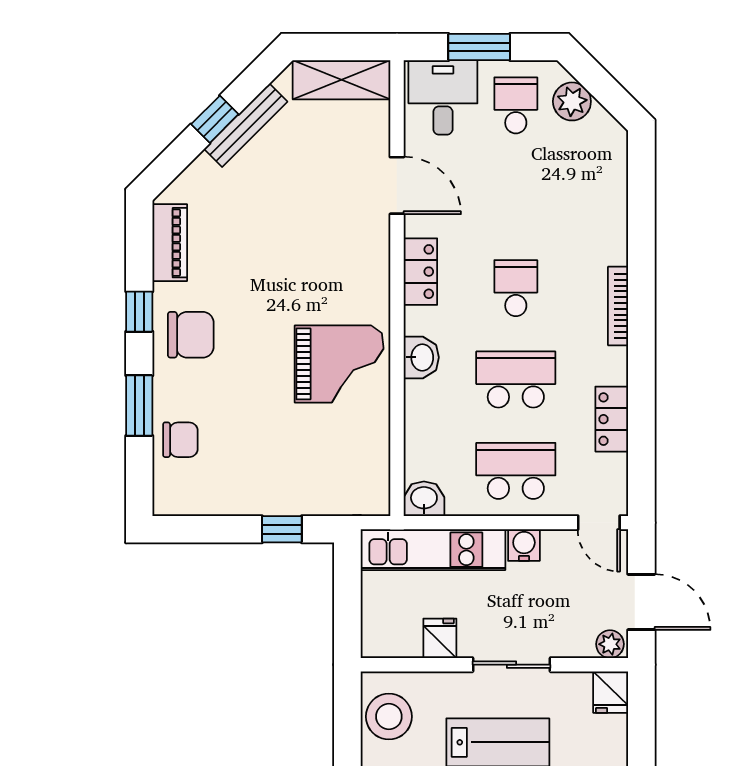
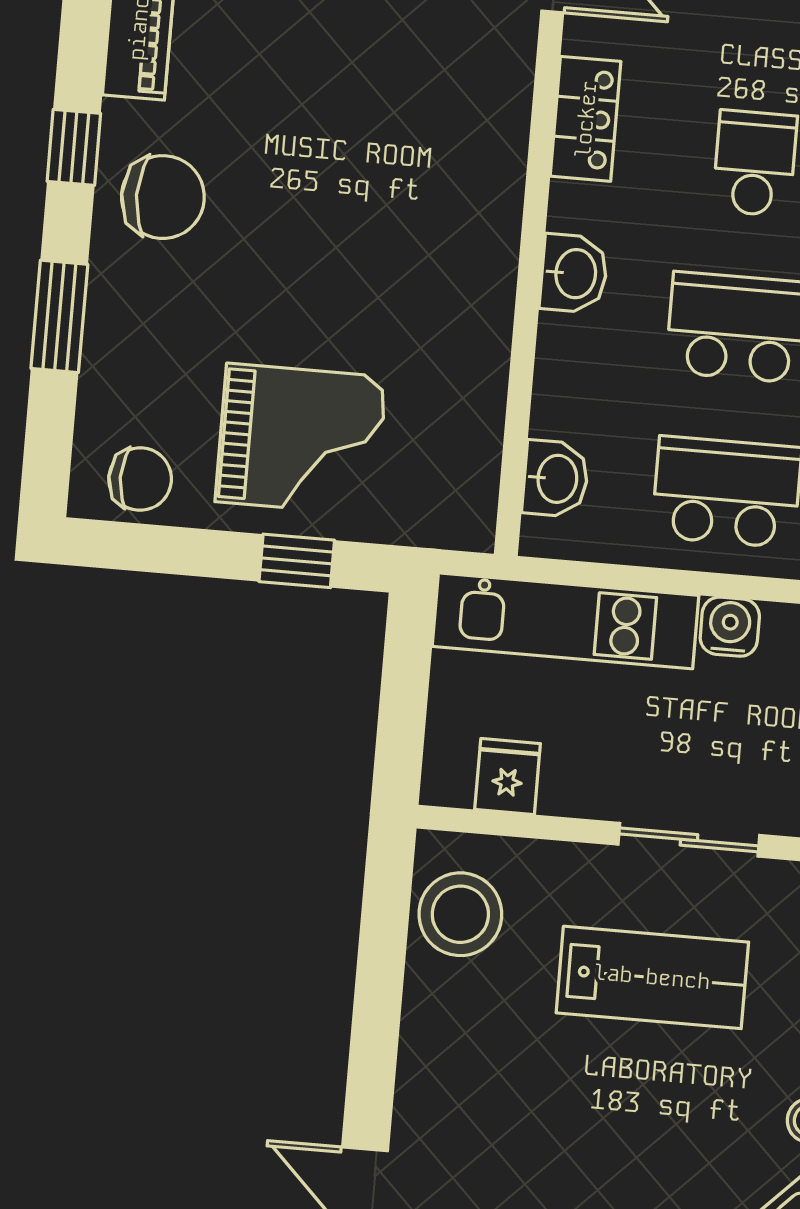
grand piano: (339, 364) -> (301, 439), moved
chair: (180, 440) -> (140, 479), moved
washbasin: (424, 499) -> (555, 479), moved, turned 90
fridge: (440, 638) -> (508, 777), moved

